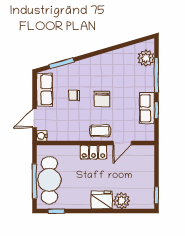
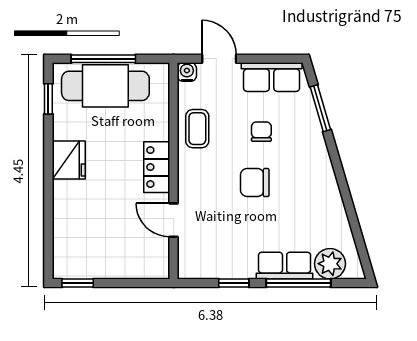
row of seats: (147, 108) -> (285, 266), moved
coffee table: (100, 131) -> (197, 129), moved
fridge: (102, 200) -> (69, 160), moved
plant: (122, 201) -> (67, 219), removed

